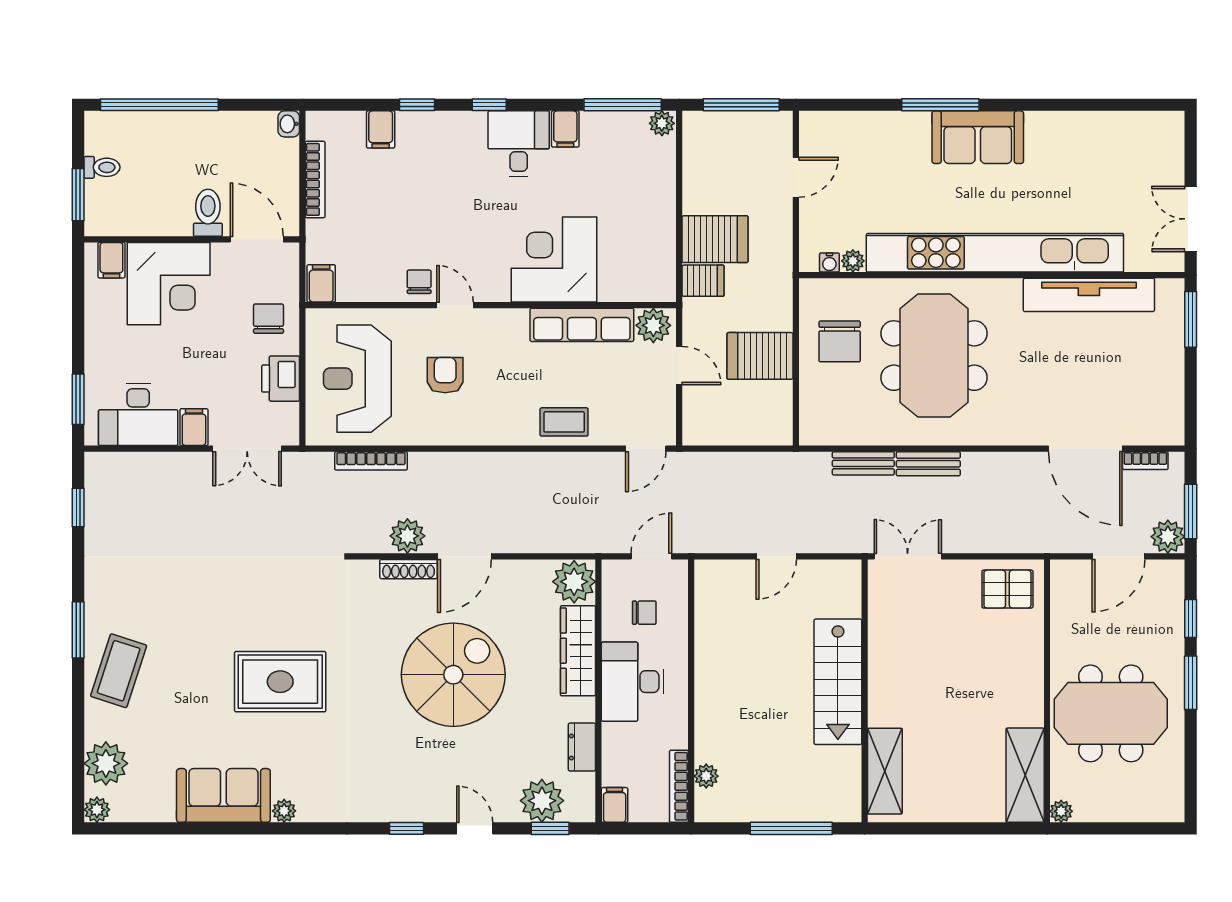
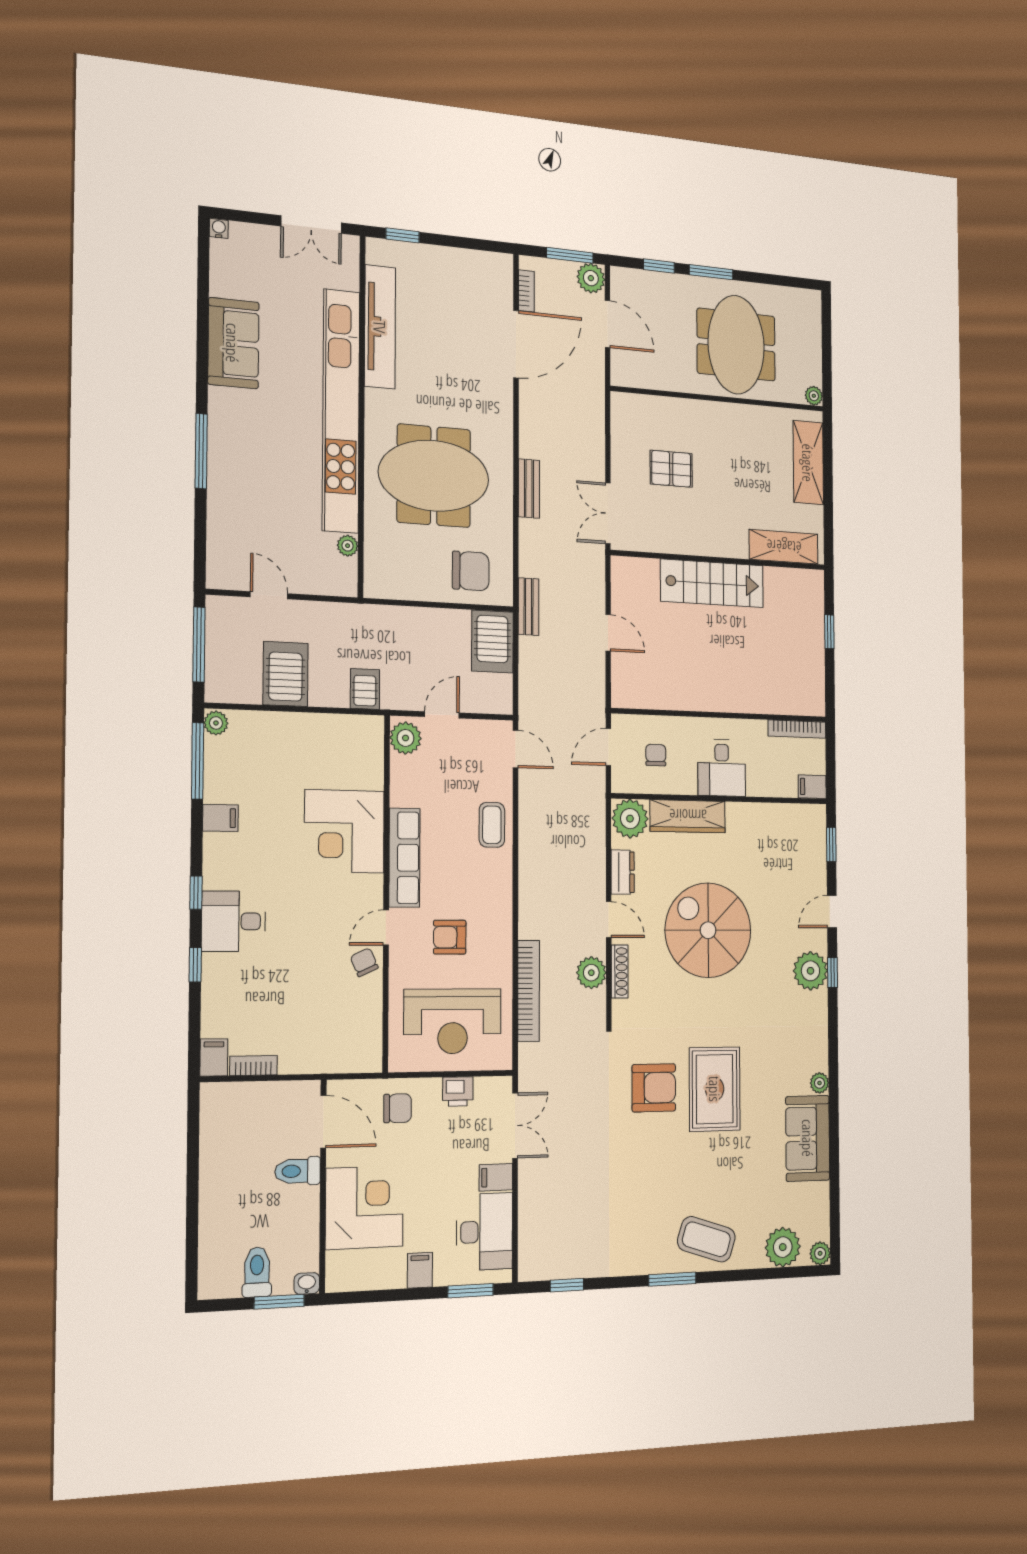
window: (159, 105) -> (192, 1224), removed
washbasin: (289, 124) -> (307, 1283), moved, turned 180
filing cabinet: (381, 129) -> (214, 1057), moved, turned -90
sofa: (978, 137) -> (233, 343), moved
desk: (519, 144) -> (234, 921), moved
toilet: (102, 167) -> (257, 1272), width x1.37, depth x1.39
bookcase: (315, 179) -> (253, 1066), width x0.64
door: (257, 239) -> (323, 1122), swing flipped
server rack: (715, 239) -> (286, 674), moved
filing cabinet: (111, 260) -> (420, 1270), moved, turned -90
water cooler: (829, 262) -> (219, 228), moved, turned -90
chair: (419, 282) -> (364, 962), turned 66
filing cabinet: (321, 283) -> (365, 1058), removed
chair: (268, 319) -> (398, 1108), turned 180
window: (1191, 319) -> (403, 235), width x0.67
row of seats: (582, 325) -> (404, 858), moved
chair: (840, 341) -> (471, 571), moved
server rack: (760, 356) -> (492, 641), moved
printer: (281, 379) -> (458, 1091), width x0.73, depth x0.81
bookcase: (371, 461) -> (529, 991), width x1.48, depth x1.31
bench: (863, 463) -> (529, 607), moved
door: (464, 556) -> (609, 920), width x0.73
door: (651, 556) -> (608, 747), hinge flipped
pallet: (1007, 589) -> (671, 469), moved, turned 90
armchair: (283, 609) -> (654, 1088), added
desk: (633, 682) -> (722, 768), width x0.73
dresser: (582, 747) -> (623, 872), moved, turned -90
shelving: (1025, 775) -> (808, 463), moved, turned 90
plant: (706, 776) -> (789, 705), removed
plant: (542, 801) -> (810, 971), moved
window: (791, 828) -> (829, 632), width x0.46

